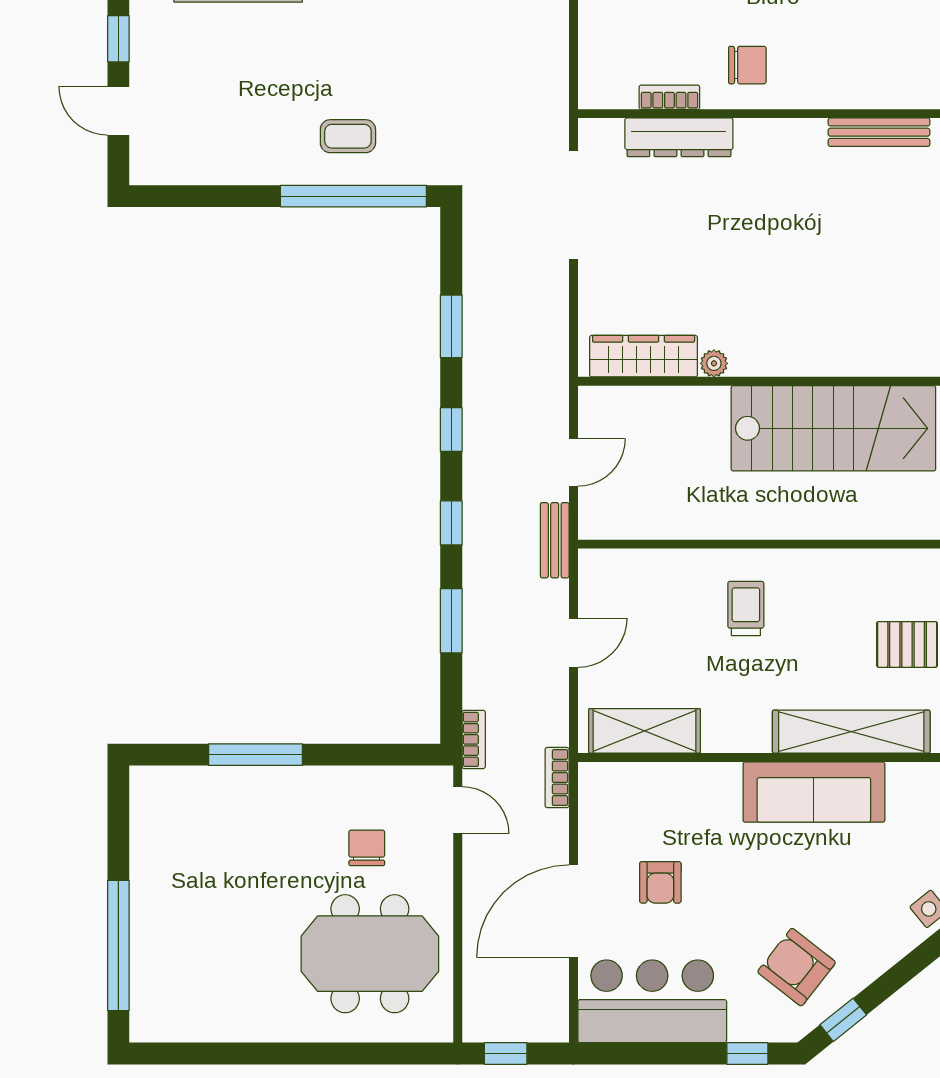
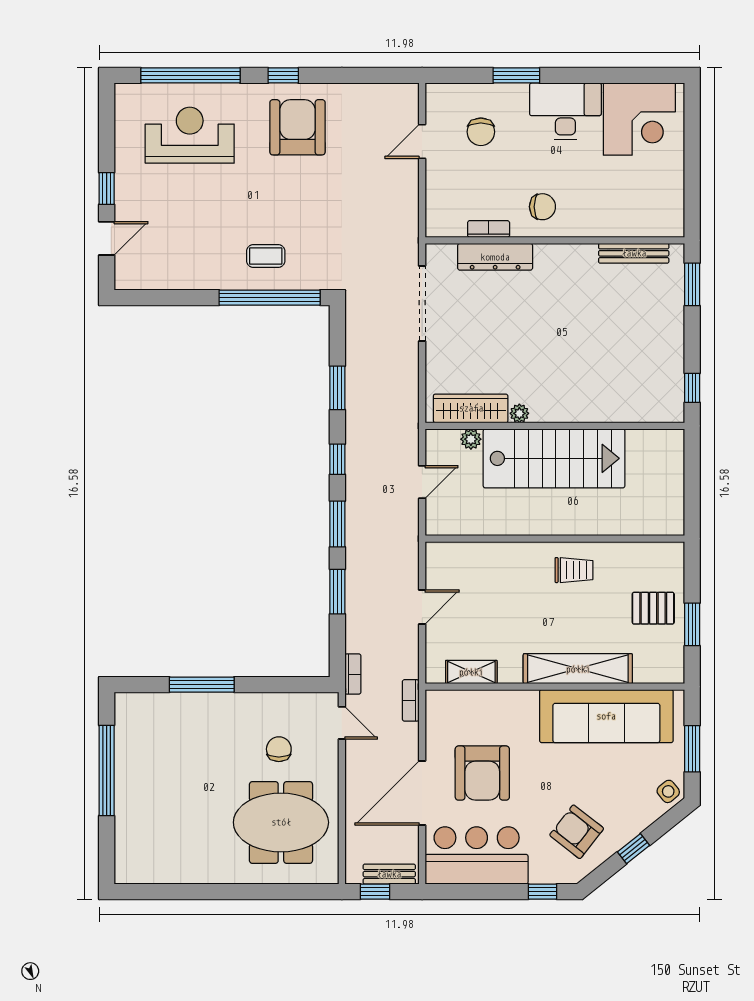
door: (118, 111) -> (107, 238), swing flipped
plant: (644, 401) -> (471, 439), added
stairs: (833, 428) -> (554, 458), moved
window: (451, 523) -> (337, 524), width x1.50
bench: (555, 540) -> (389, 874), moved, turned 90
trolley: (746, 609) -> (574, 570), moved, turned 90
shelving: (645, 731) -> (471, 672), width x0.67, depth x0.75
shelving: (851, 732) -> (578, 669), moved
sofa: (814, 792) -> (606, 716), width x1.36, depth x1.27
armchair: (660, 882) -> (482, 773), width x1.88, depth x1.88
window: (118, 945) -> (107, 770), moved
window: (843, 1020) -> (634, 849), moved

